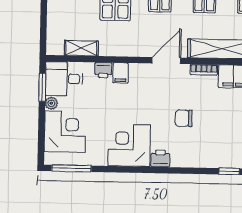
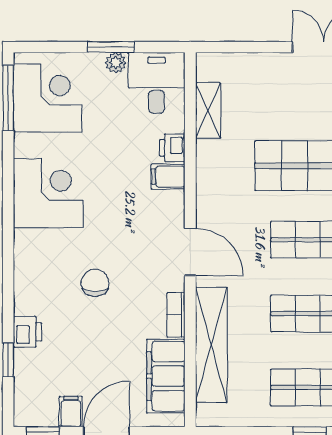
window: (42, 87) -> (111, 47), moved
corner desk: (65, 132) -> (48, 98), moved, turned -90
printer: (160, 158) -> (28, 332), moved

